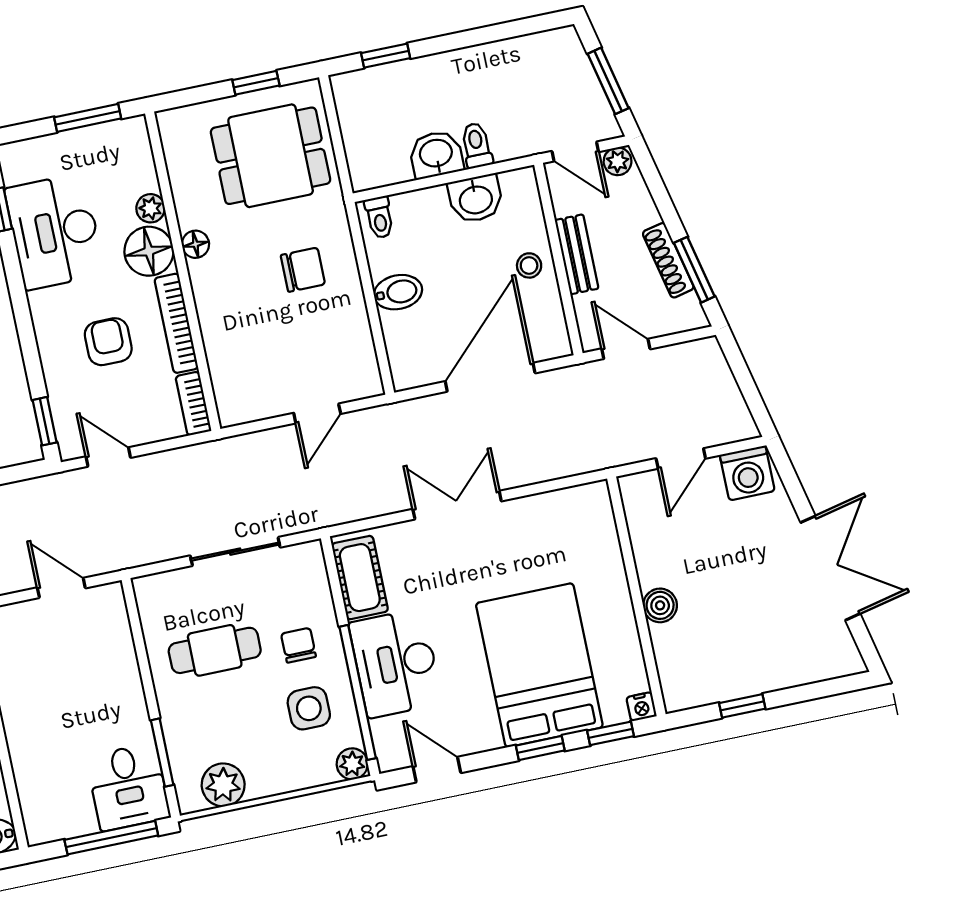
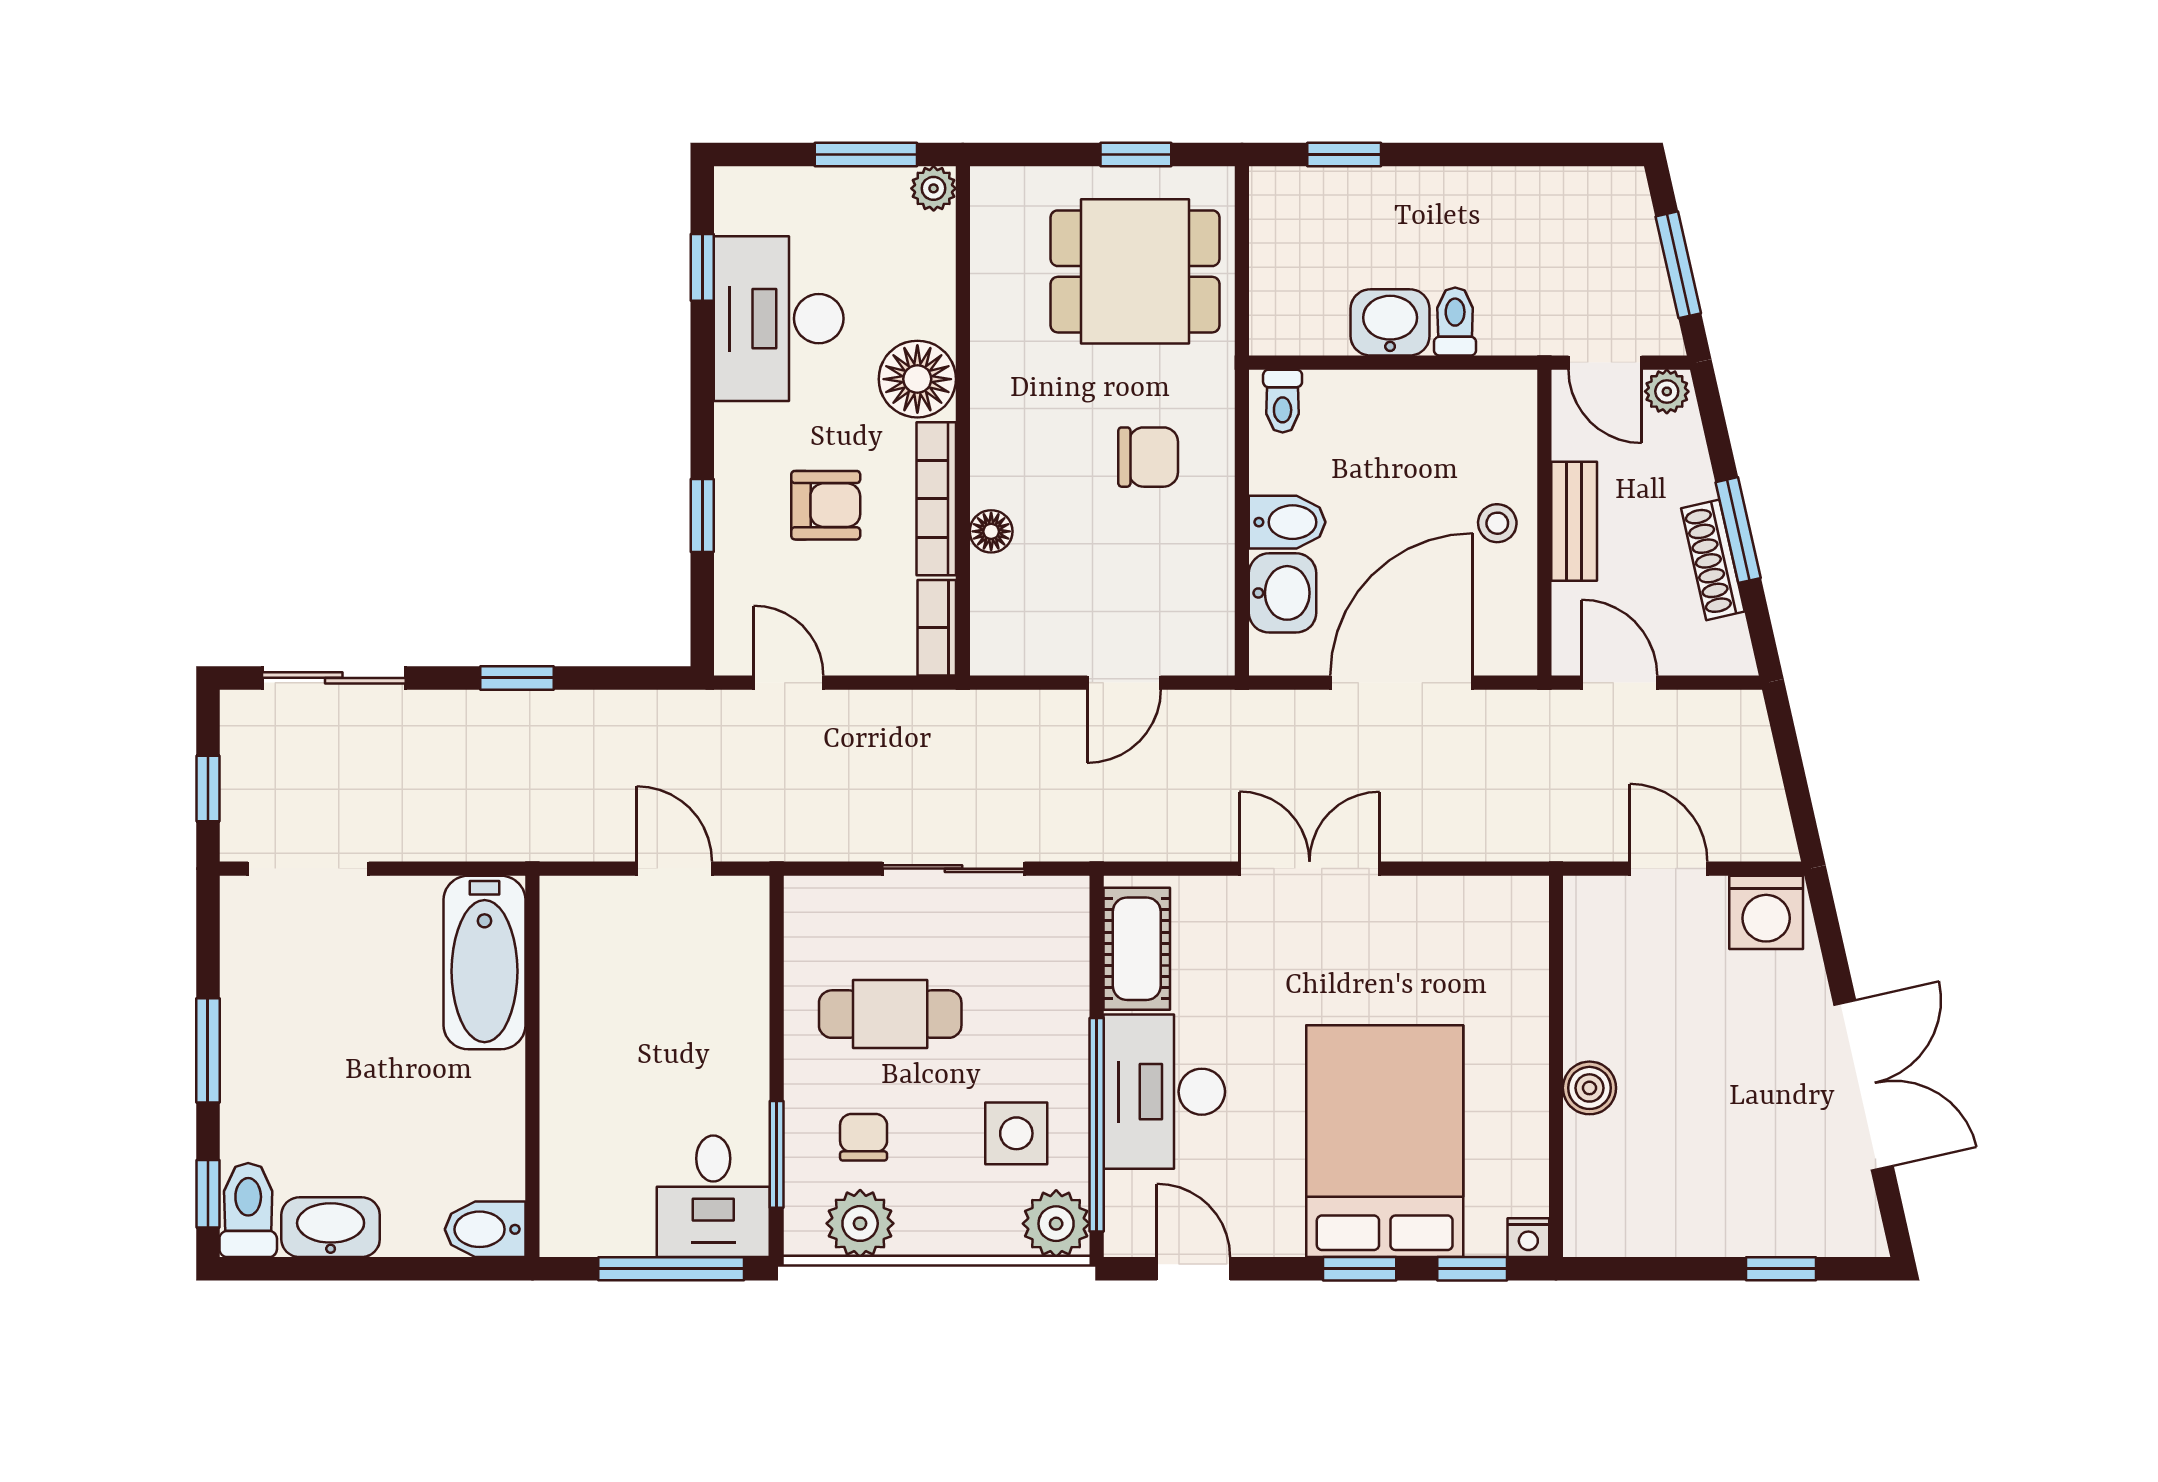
washbasin: (476, 199) -> (1283, 593), moved, turned -90
plant: (150, 208) -> (934, 188), moved
floor lamp: (195, 244) -> (991, 531), moved
window: (694, 270) -> (1738, 530), moved
armchair: (108, 342) -> (826, 505), turned 90
window: (45, 421) -> (702, 515), moved
door: (681, 458) -> (1669, 869), swing flipped
chair: (298, 645) -> (864, 1137), moved
window: (742, 706) -> (1781, 1269), moved
plant: (352, 764) -> (1056, 1224), width x1.38, depth x1.38

